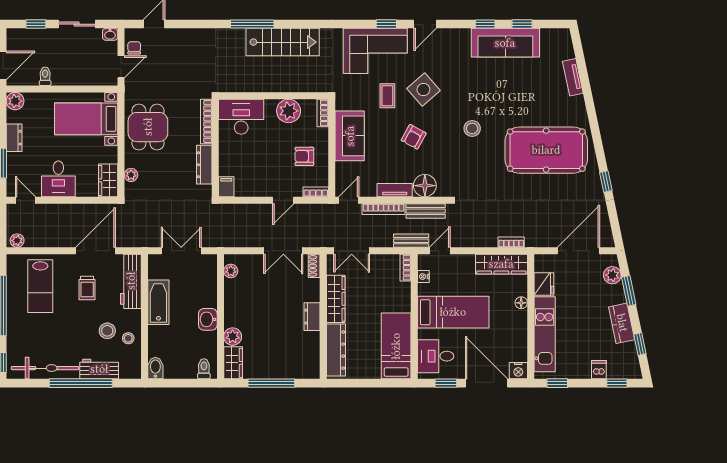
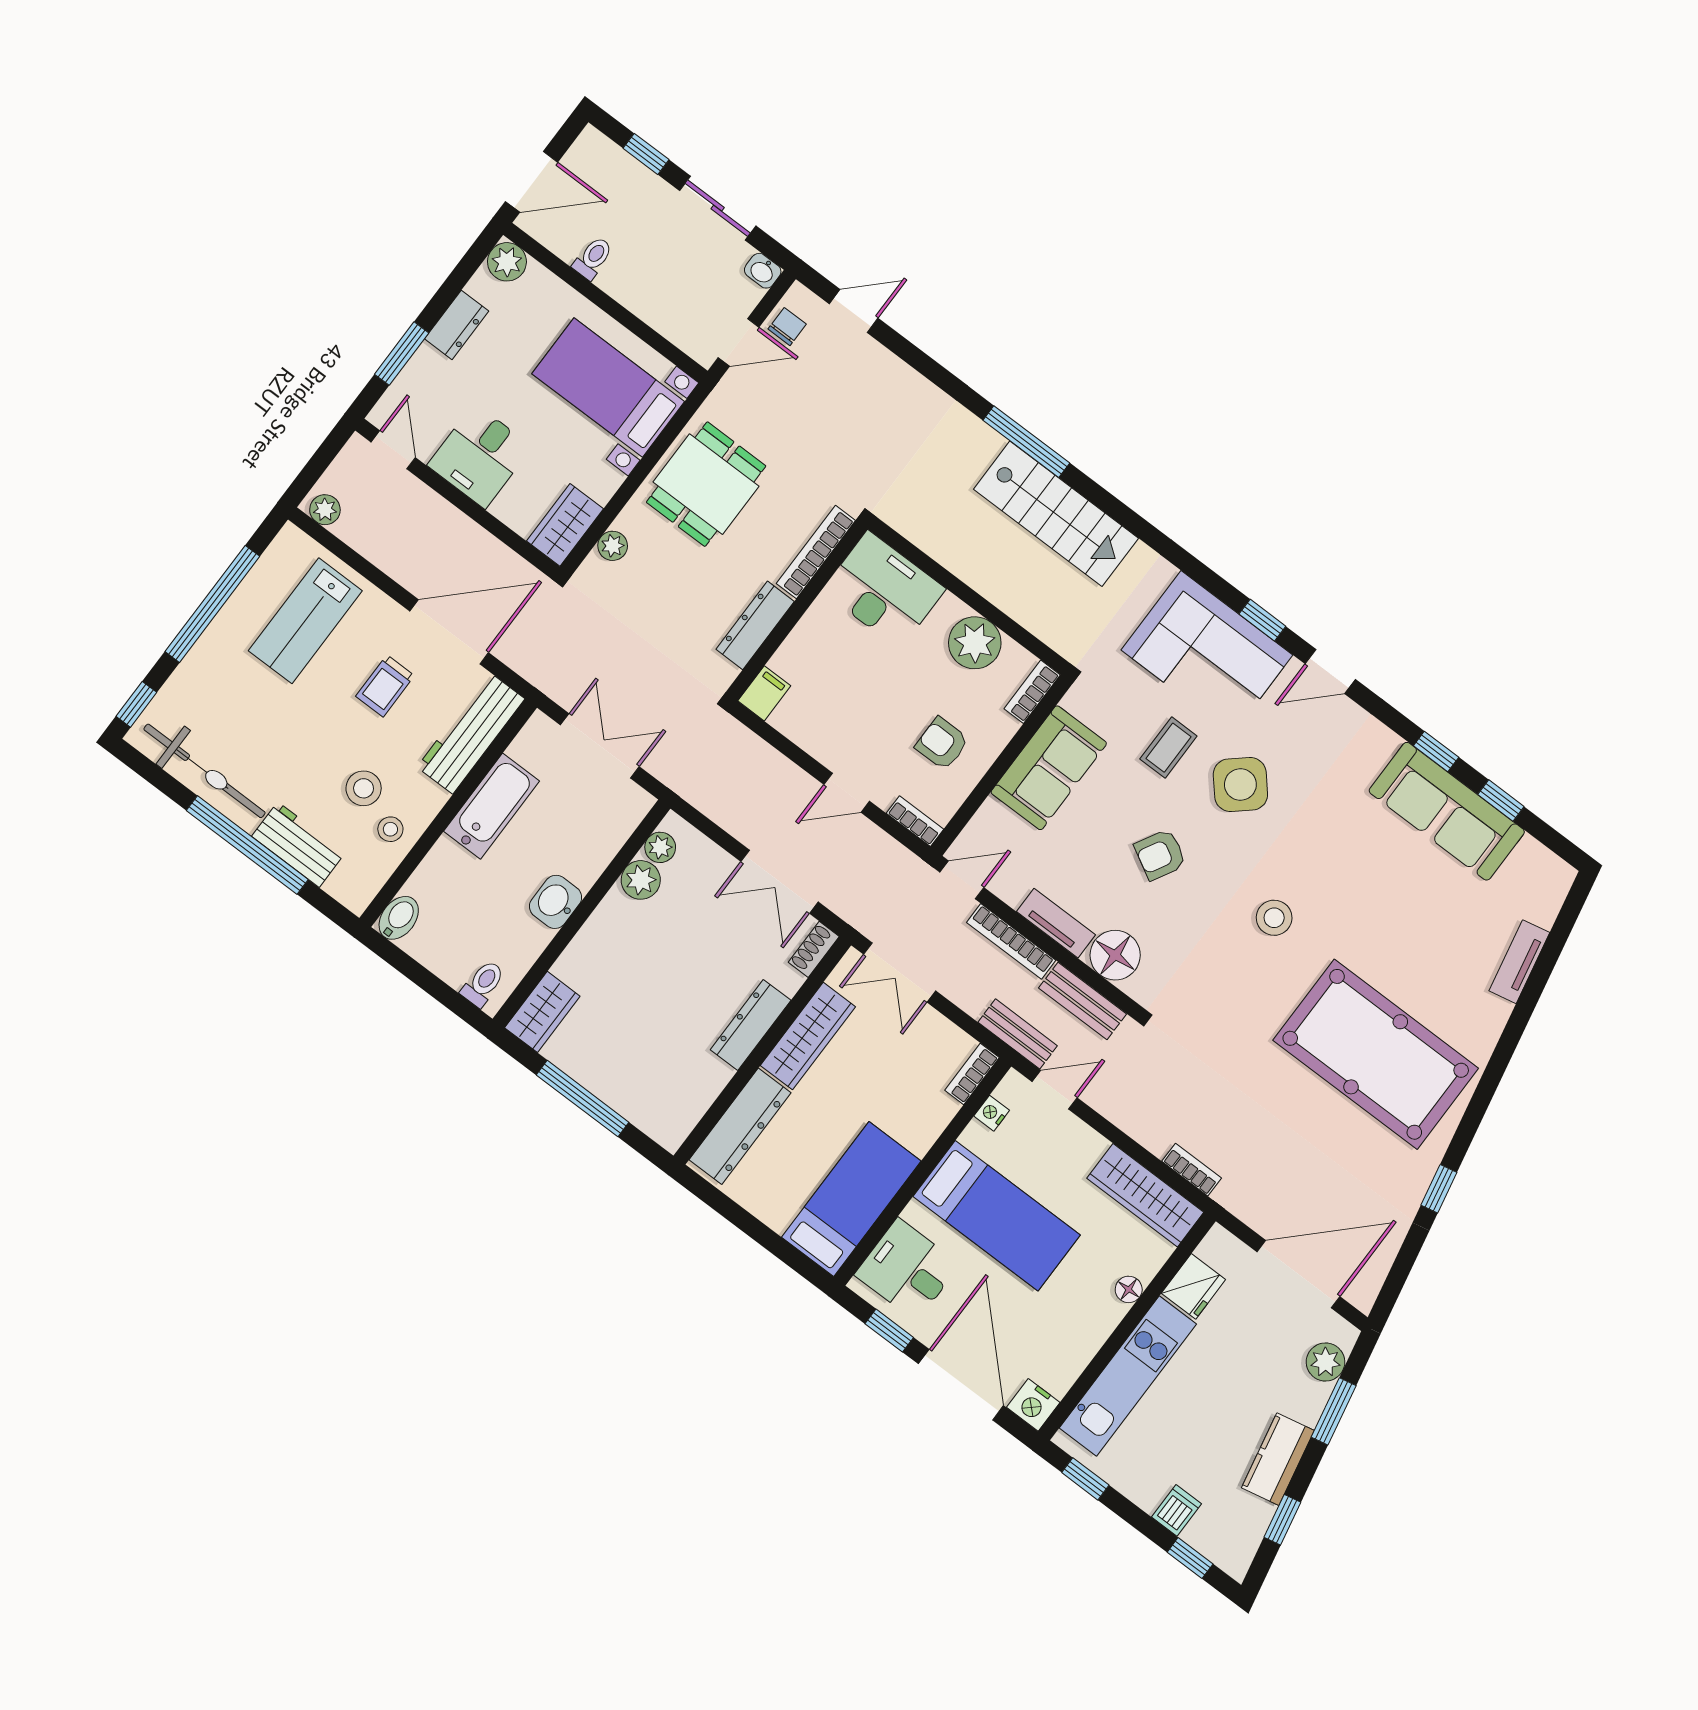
dresser: (312, 317) -> (751, 1025), width x1.44
plant: (233, 337) -> (641, 880), moved

